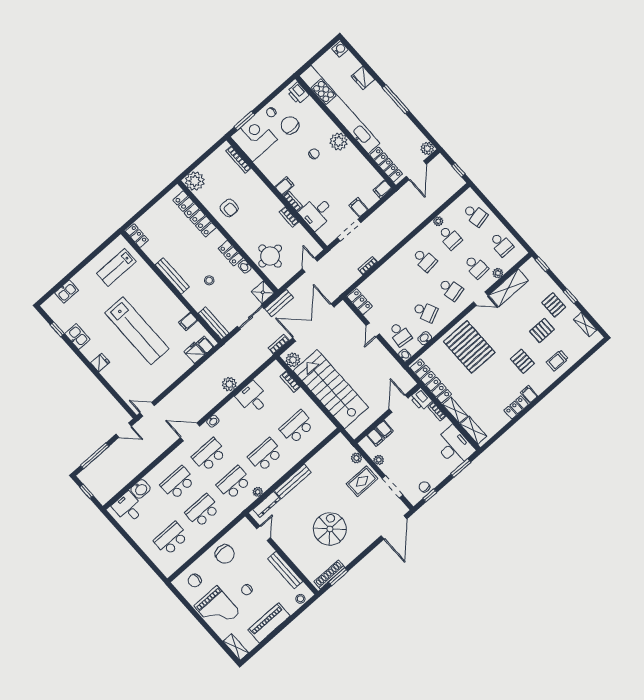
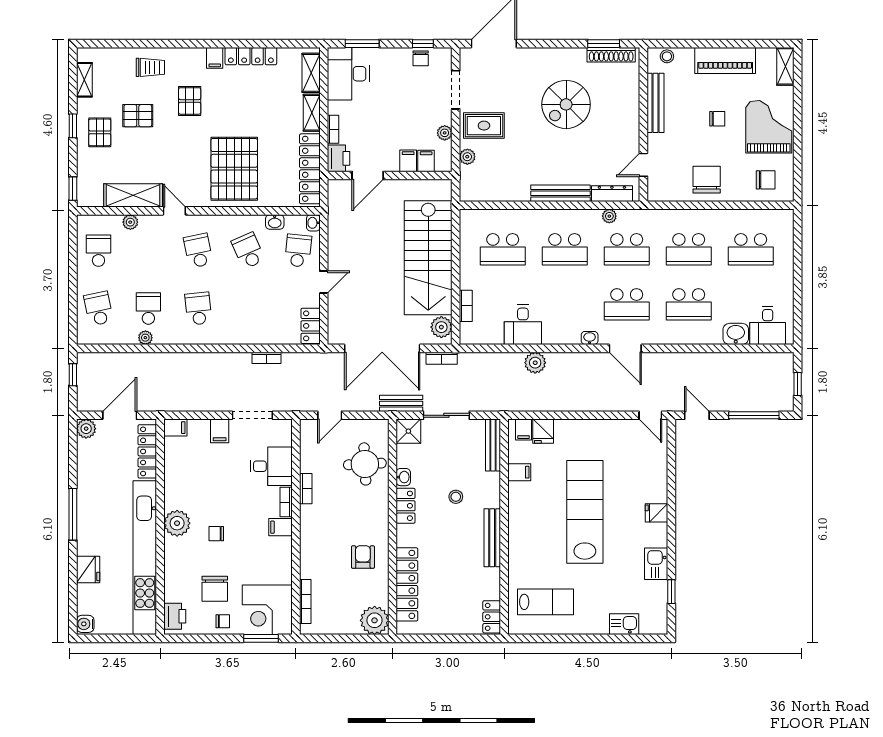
school desk: (476, 267) -> (148, 251), removed
locker: (516, 407) -> (251, 56), width x1.53

